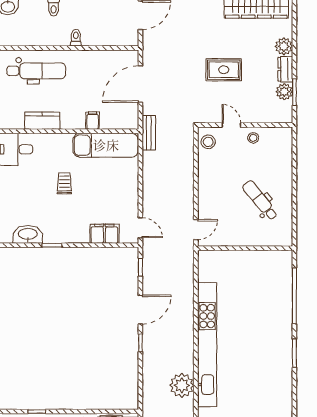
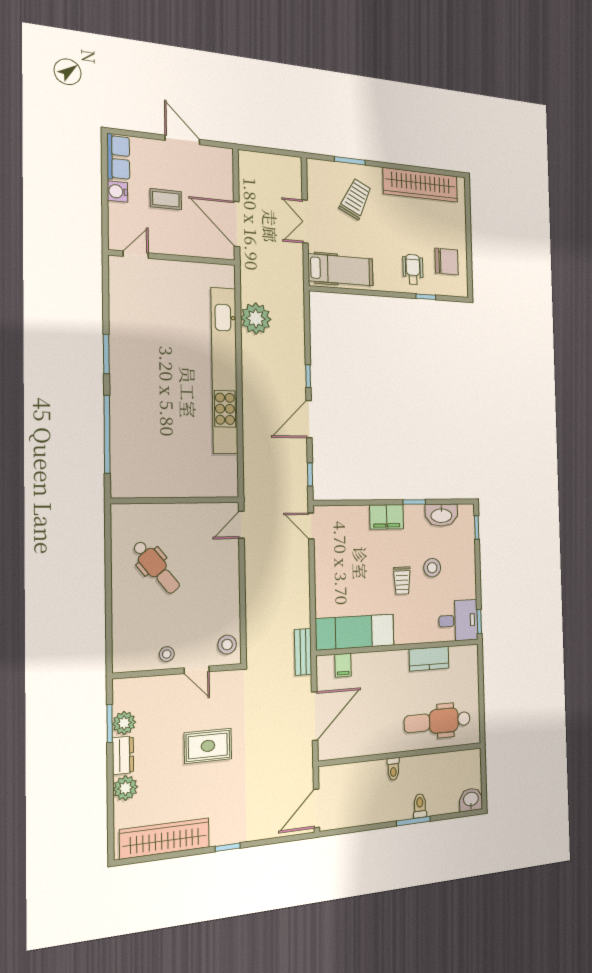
filing cabinet: (93, 121) -> (343, 665), moved
stool: (37, 192) -> (432, 568), added
filing cabinet: (104, 234) -> (387, 517), moved

